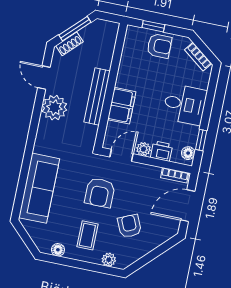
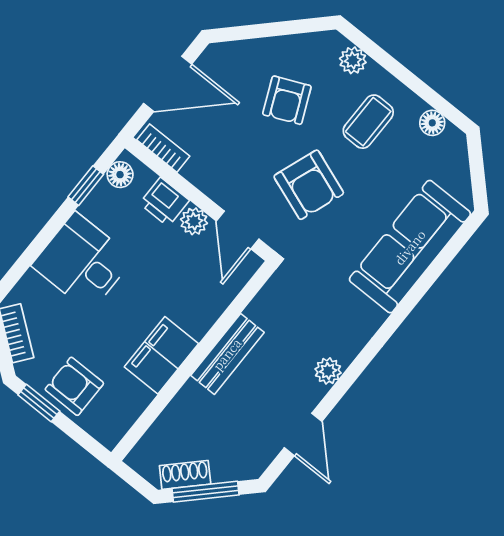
window: (153, 26) -> (39, 403), moved
shoe rack: (69, 44) -> (185, 475), moved
bench: (97, 96) -> (227, 354), width x0.73
filing cabinet: (122, 106) -> (161, 355), moved
plant: (54, 108) -> (328, 371), width x0.53, depth x0.53
door: (122, 155) -> (238, 230), hinge flipped
armchair: (100, 193) -> (309, 185), turned 110

